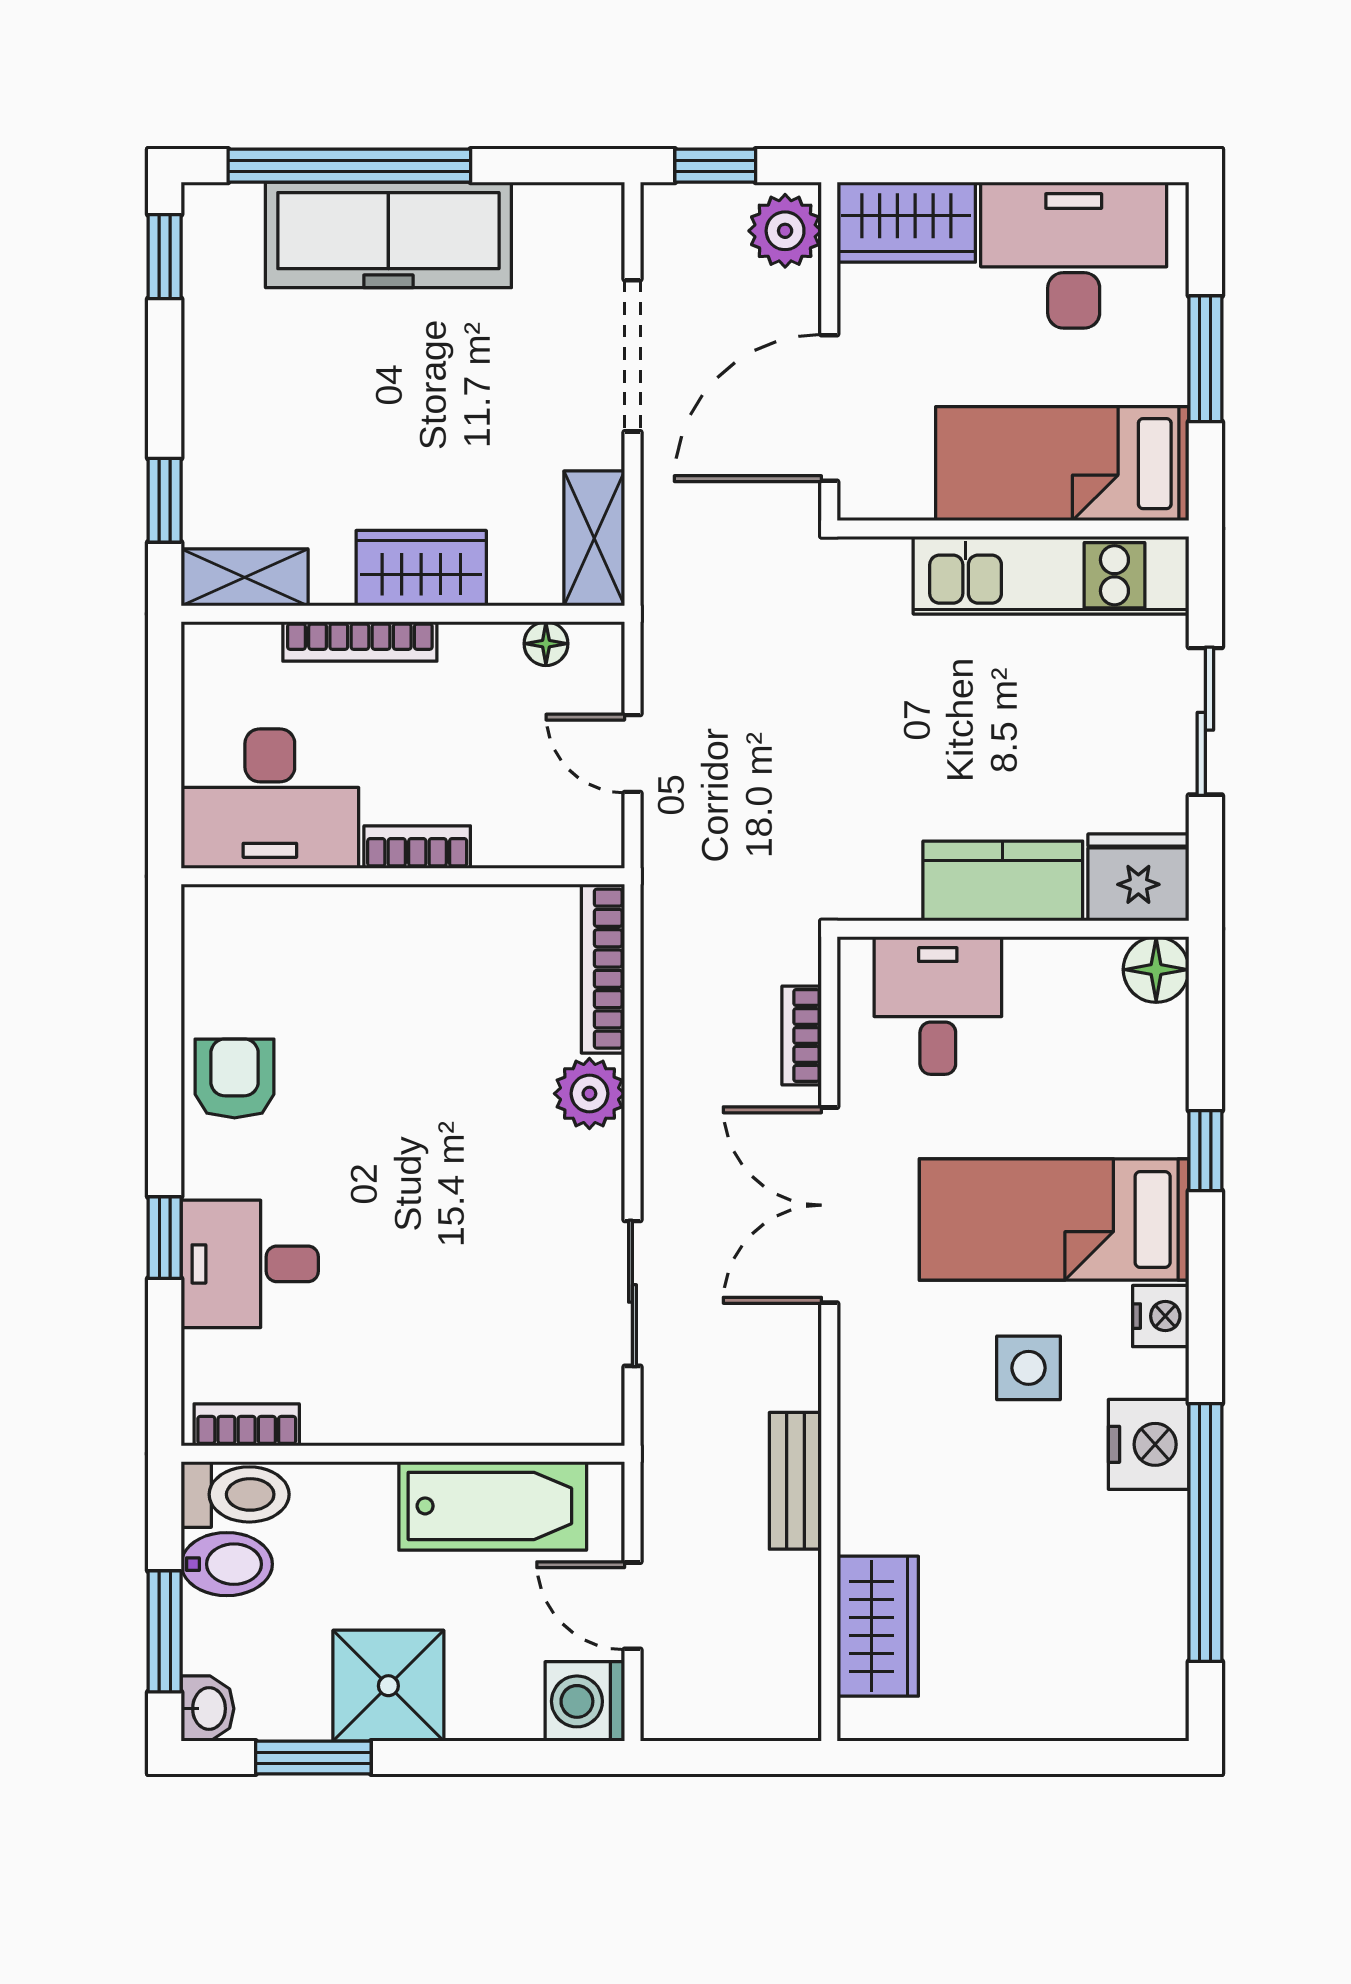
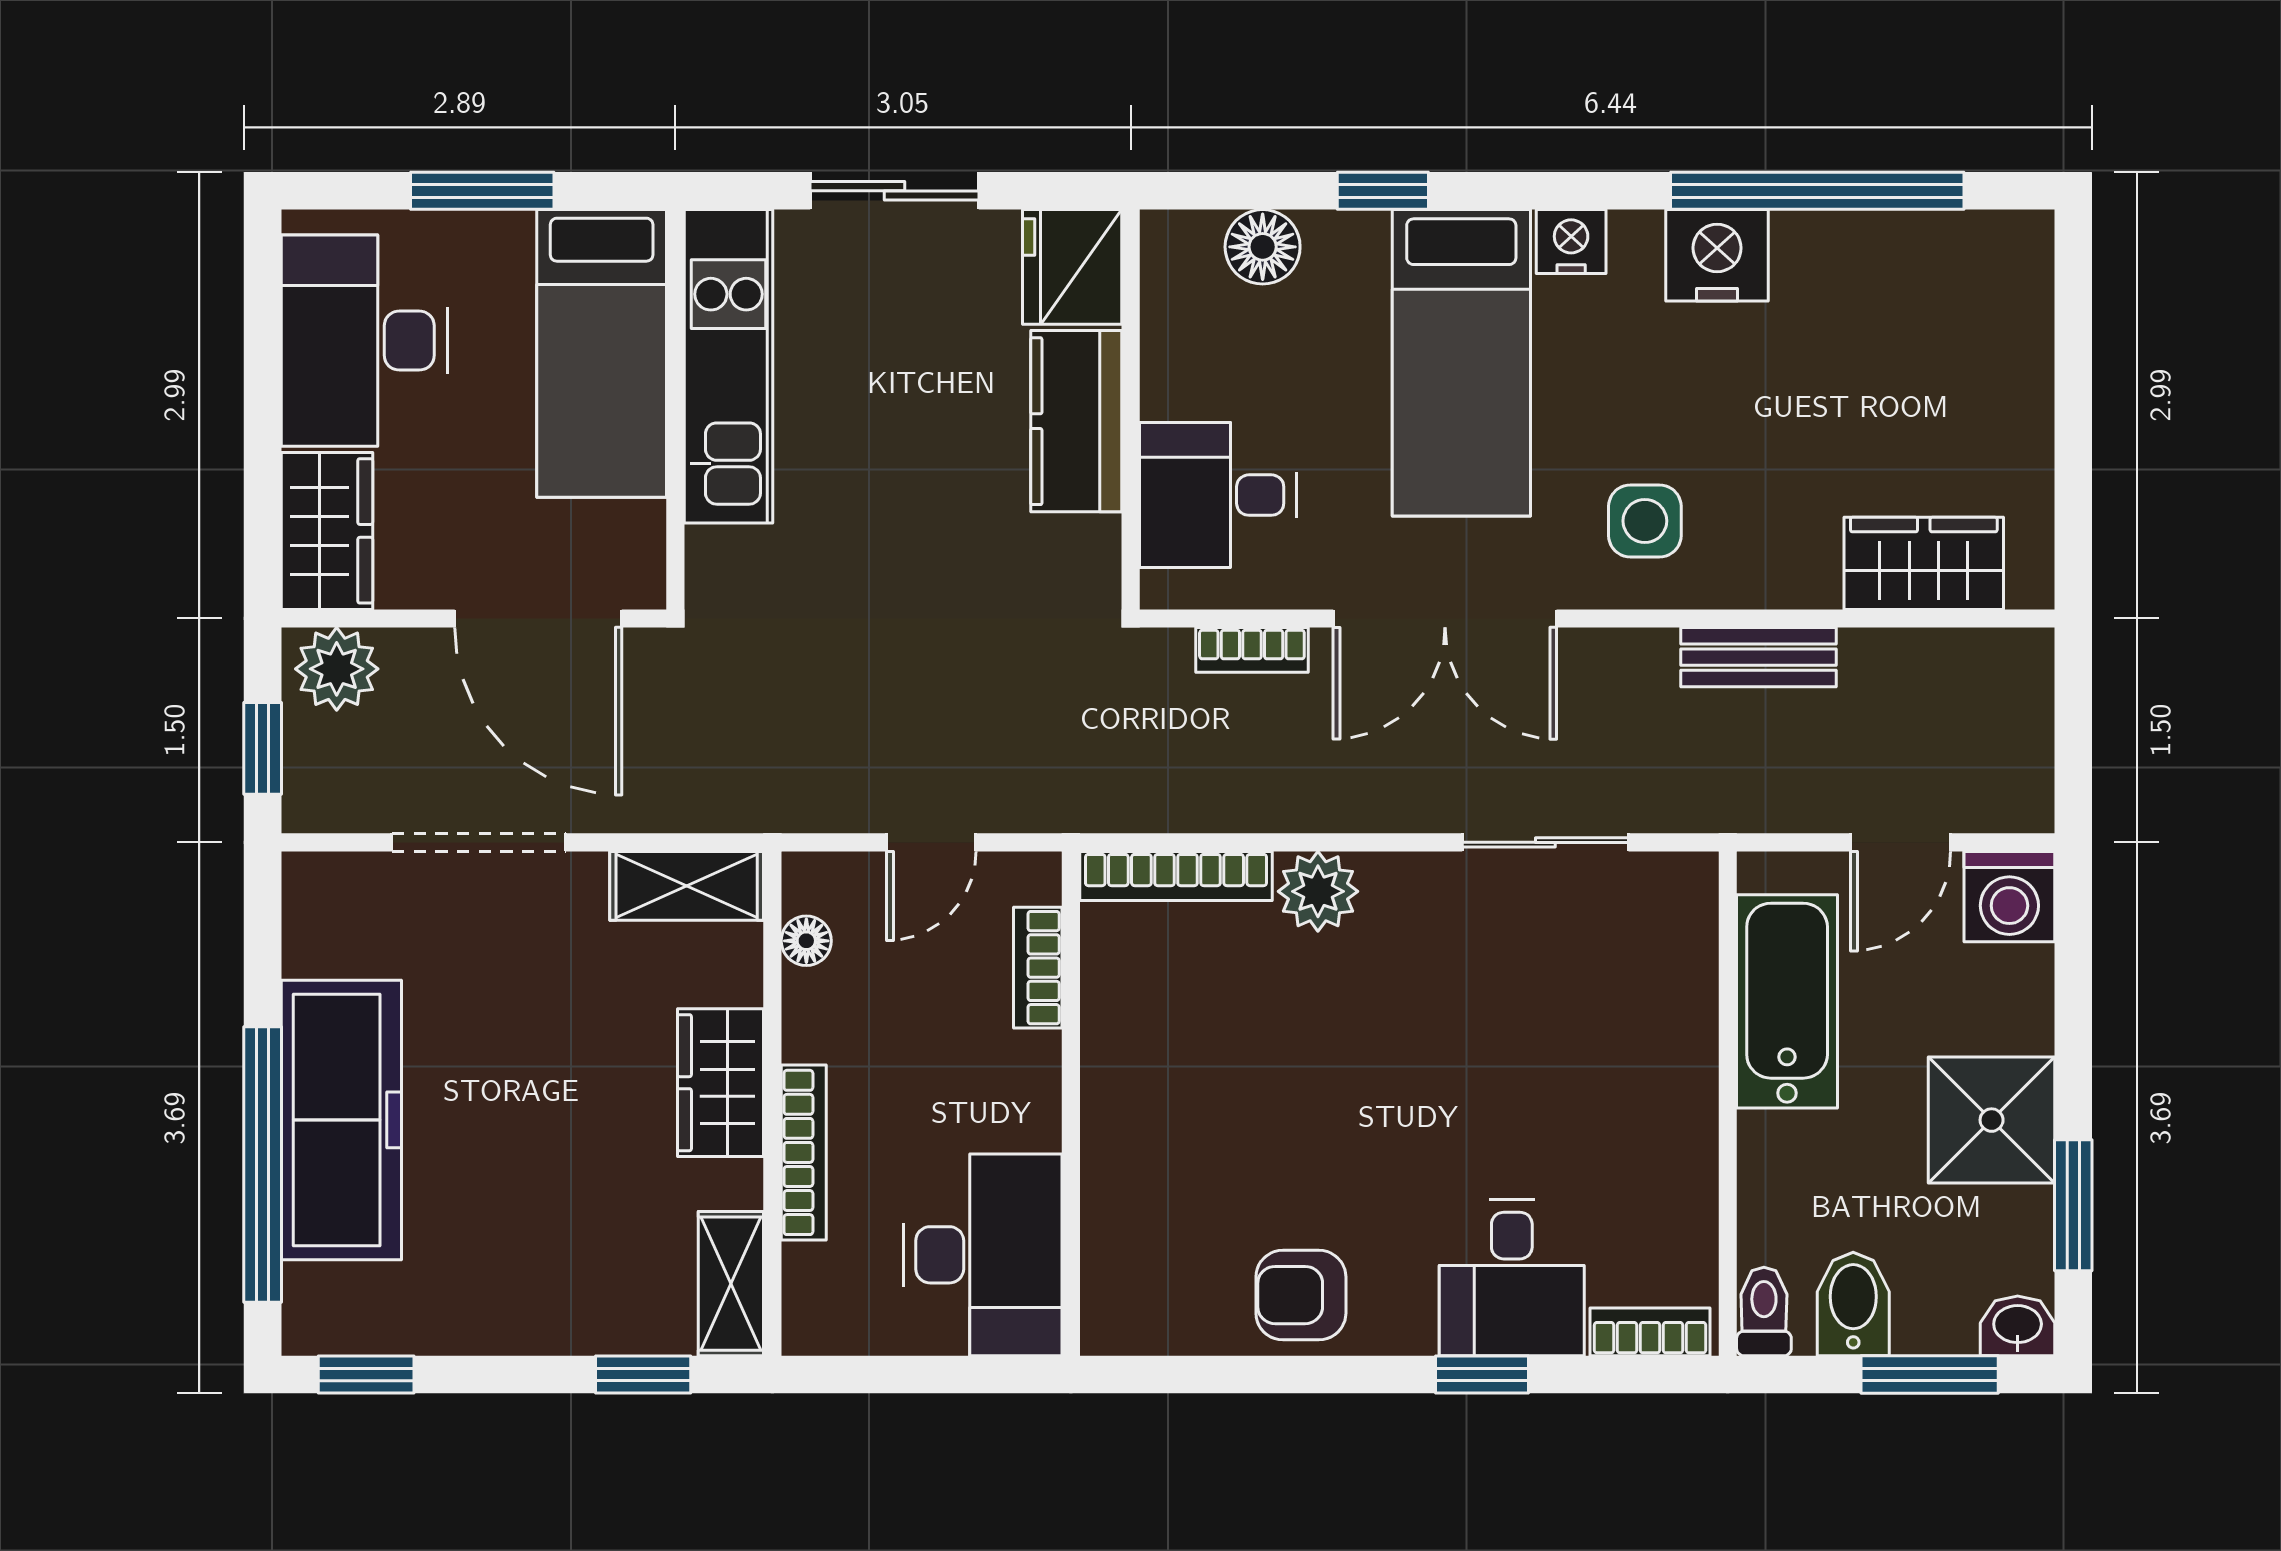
bookcase: (417, 847) -> (1038, 968), moved
floor lamp: (1156, 970) -> (1263, 247), moved
side table: (1029, 1368) -> (1645, 521), moved
bookcase: (247, 1425) -> (1650, 1332), moved, turned 90
toilet: (235, 1494) -> (1764, 1312), width x0.73, depth x0.72

